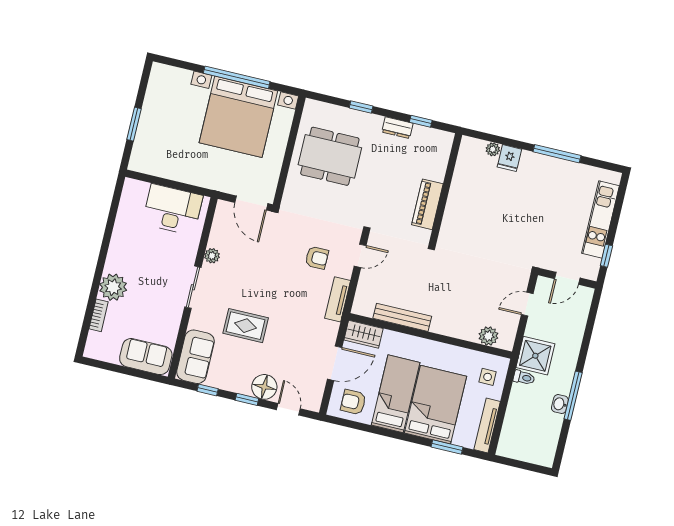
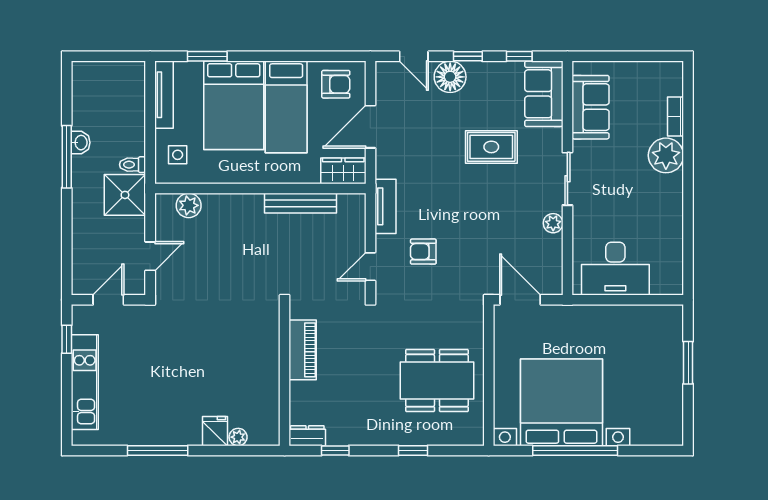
dresser: (397, 128) -> (307, 436), moved
sofa: (146, 357) -> (591, 107), moved, turned -90

